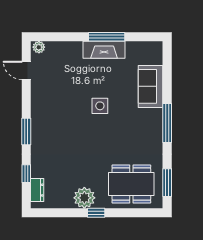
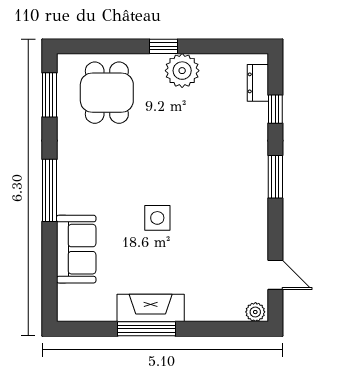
dining table: (131, 184) -> (107, 93), width x0.73

